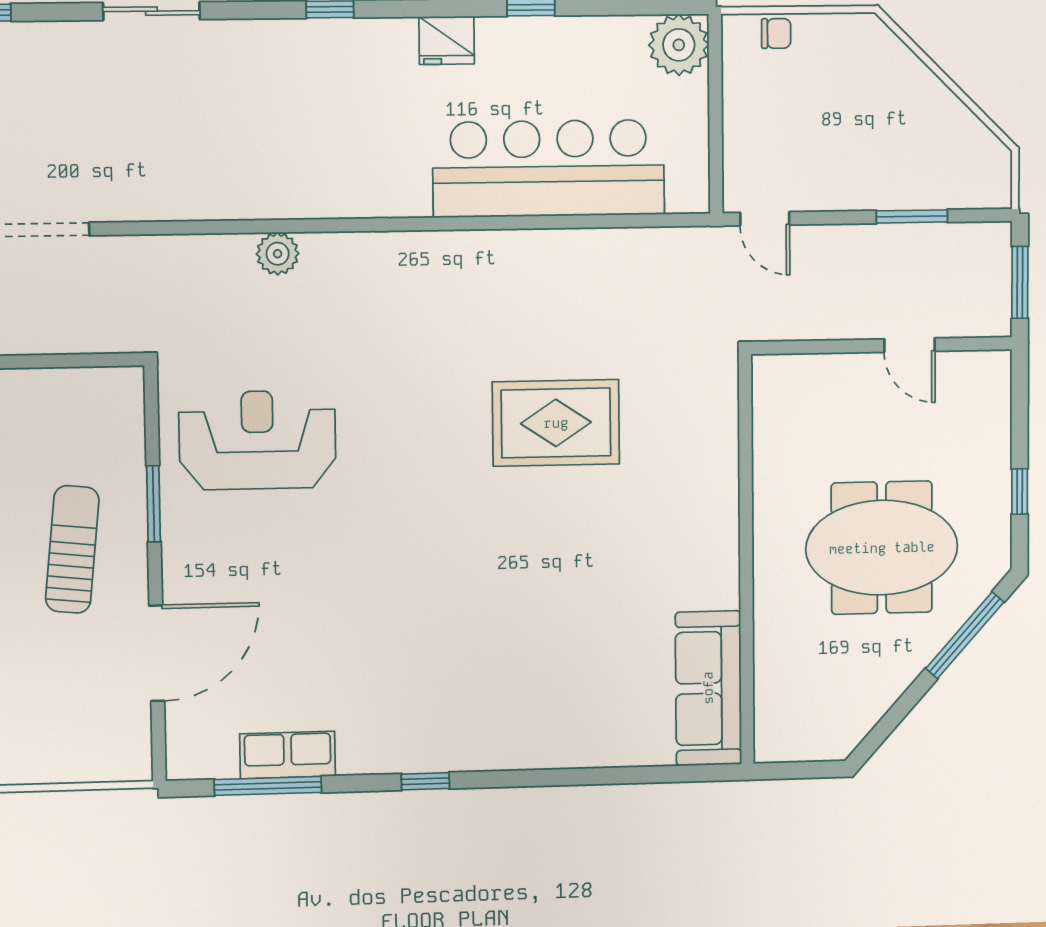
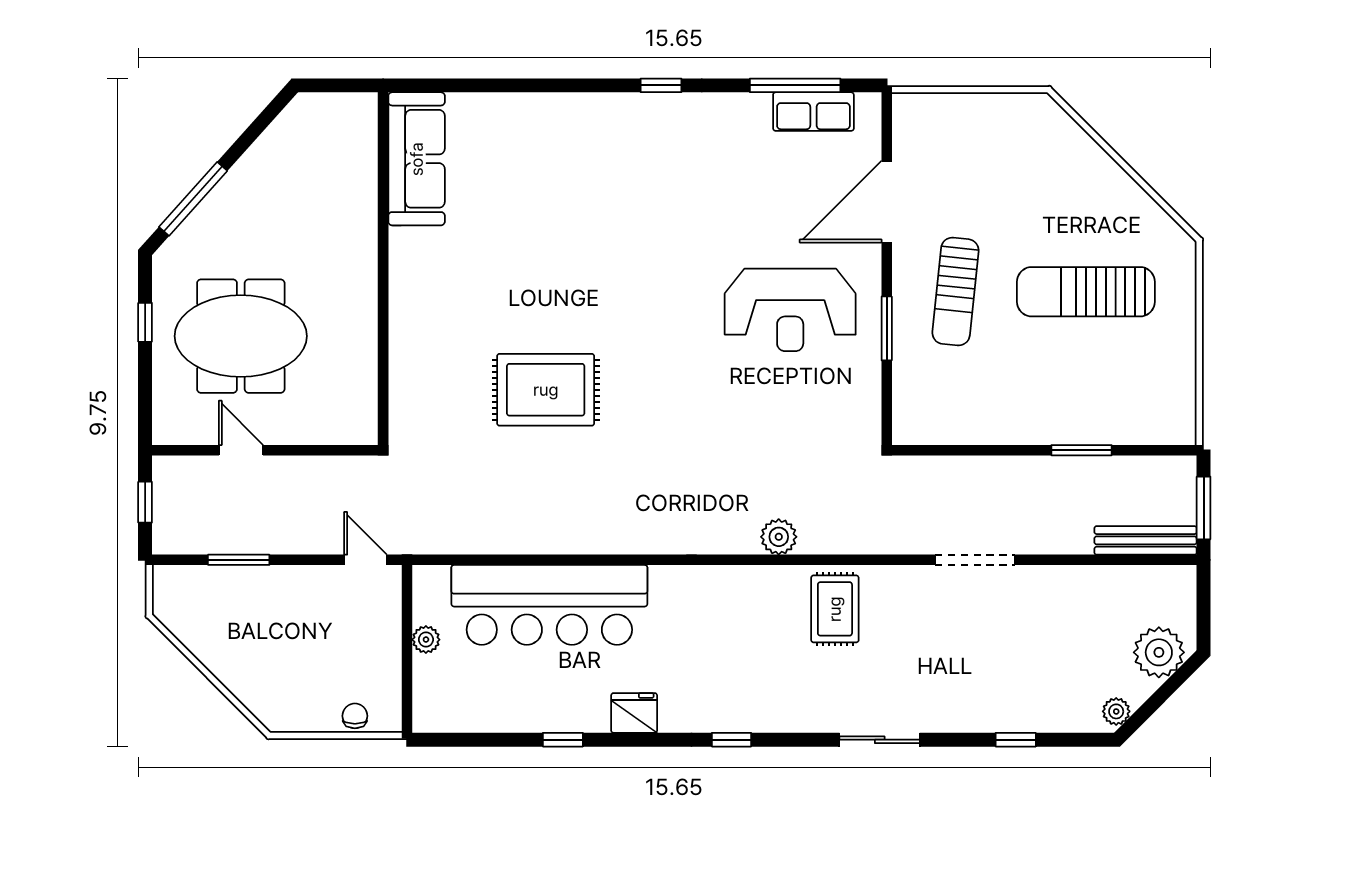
chair: (776, 33) -> (355, 716), turned 90
plant: (679, 45) -> (426, 640), moved, width x0.53, depth x0.53
rug: (209, 168) -> (835, 609), added
window: (1020, 282) -> (145, 502), width x0.67
reception desk: (257, 440) -> (790, 310), moved
meeting table: (882, 548) -> (241, 336), moved
row of seats: (288, 755) -> (813, 112), moved

